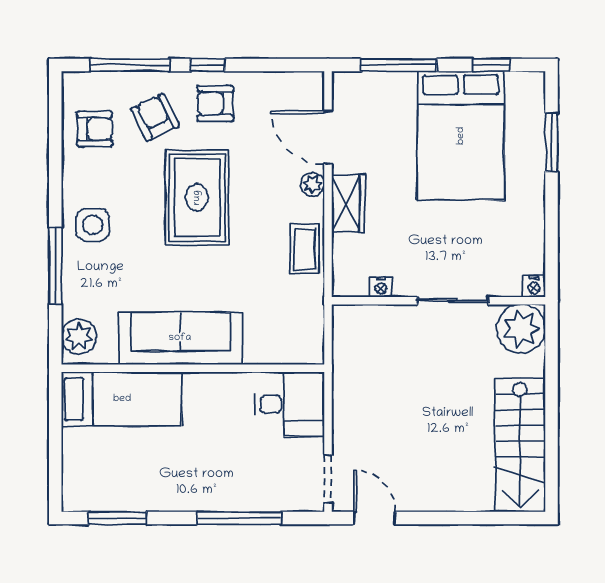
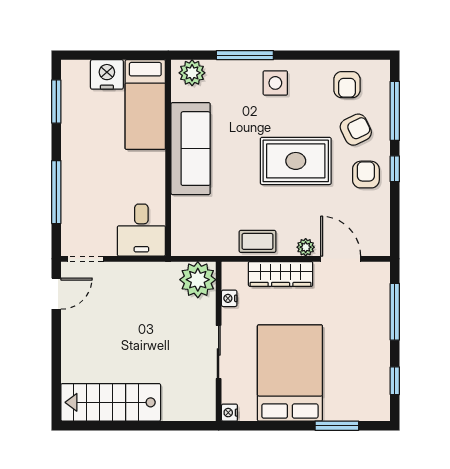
bed: (461, 136) -> (290, 373), moved, turned 90
door: (328, 138) -> (341, 259), hinge flipped
wardrobe: (348, 204) -> (281, 274), width x1.50
plant: (521, 329) -> (198, 280), moved
nightstand: (81, 450) -> (107, 74), added

